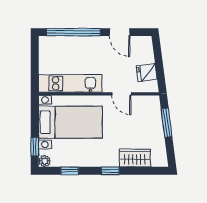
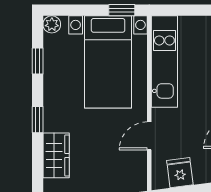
window: (35, 147) -> (122, 10), moved

